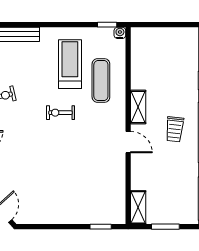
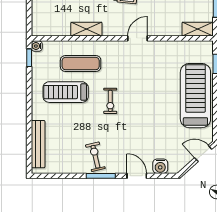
shelving: (138, 107) -> (86, 29), moved
treadmill: (66, 205) -> (195, 96), added

